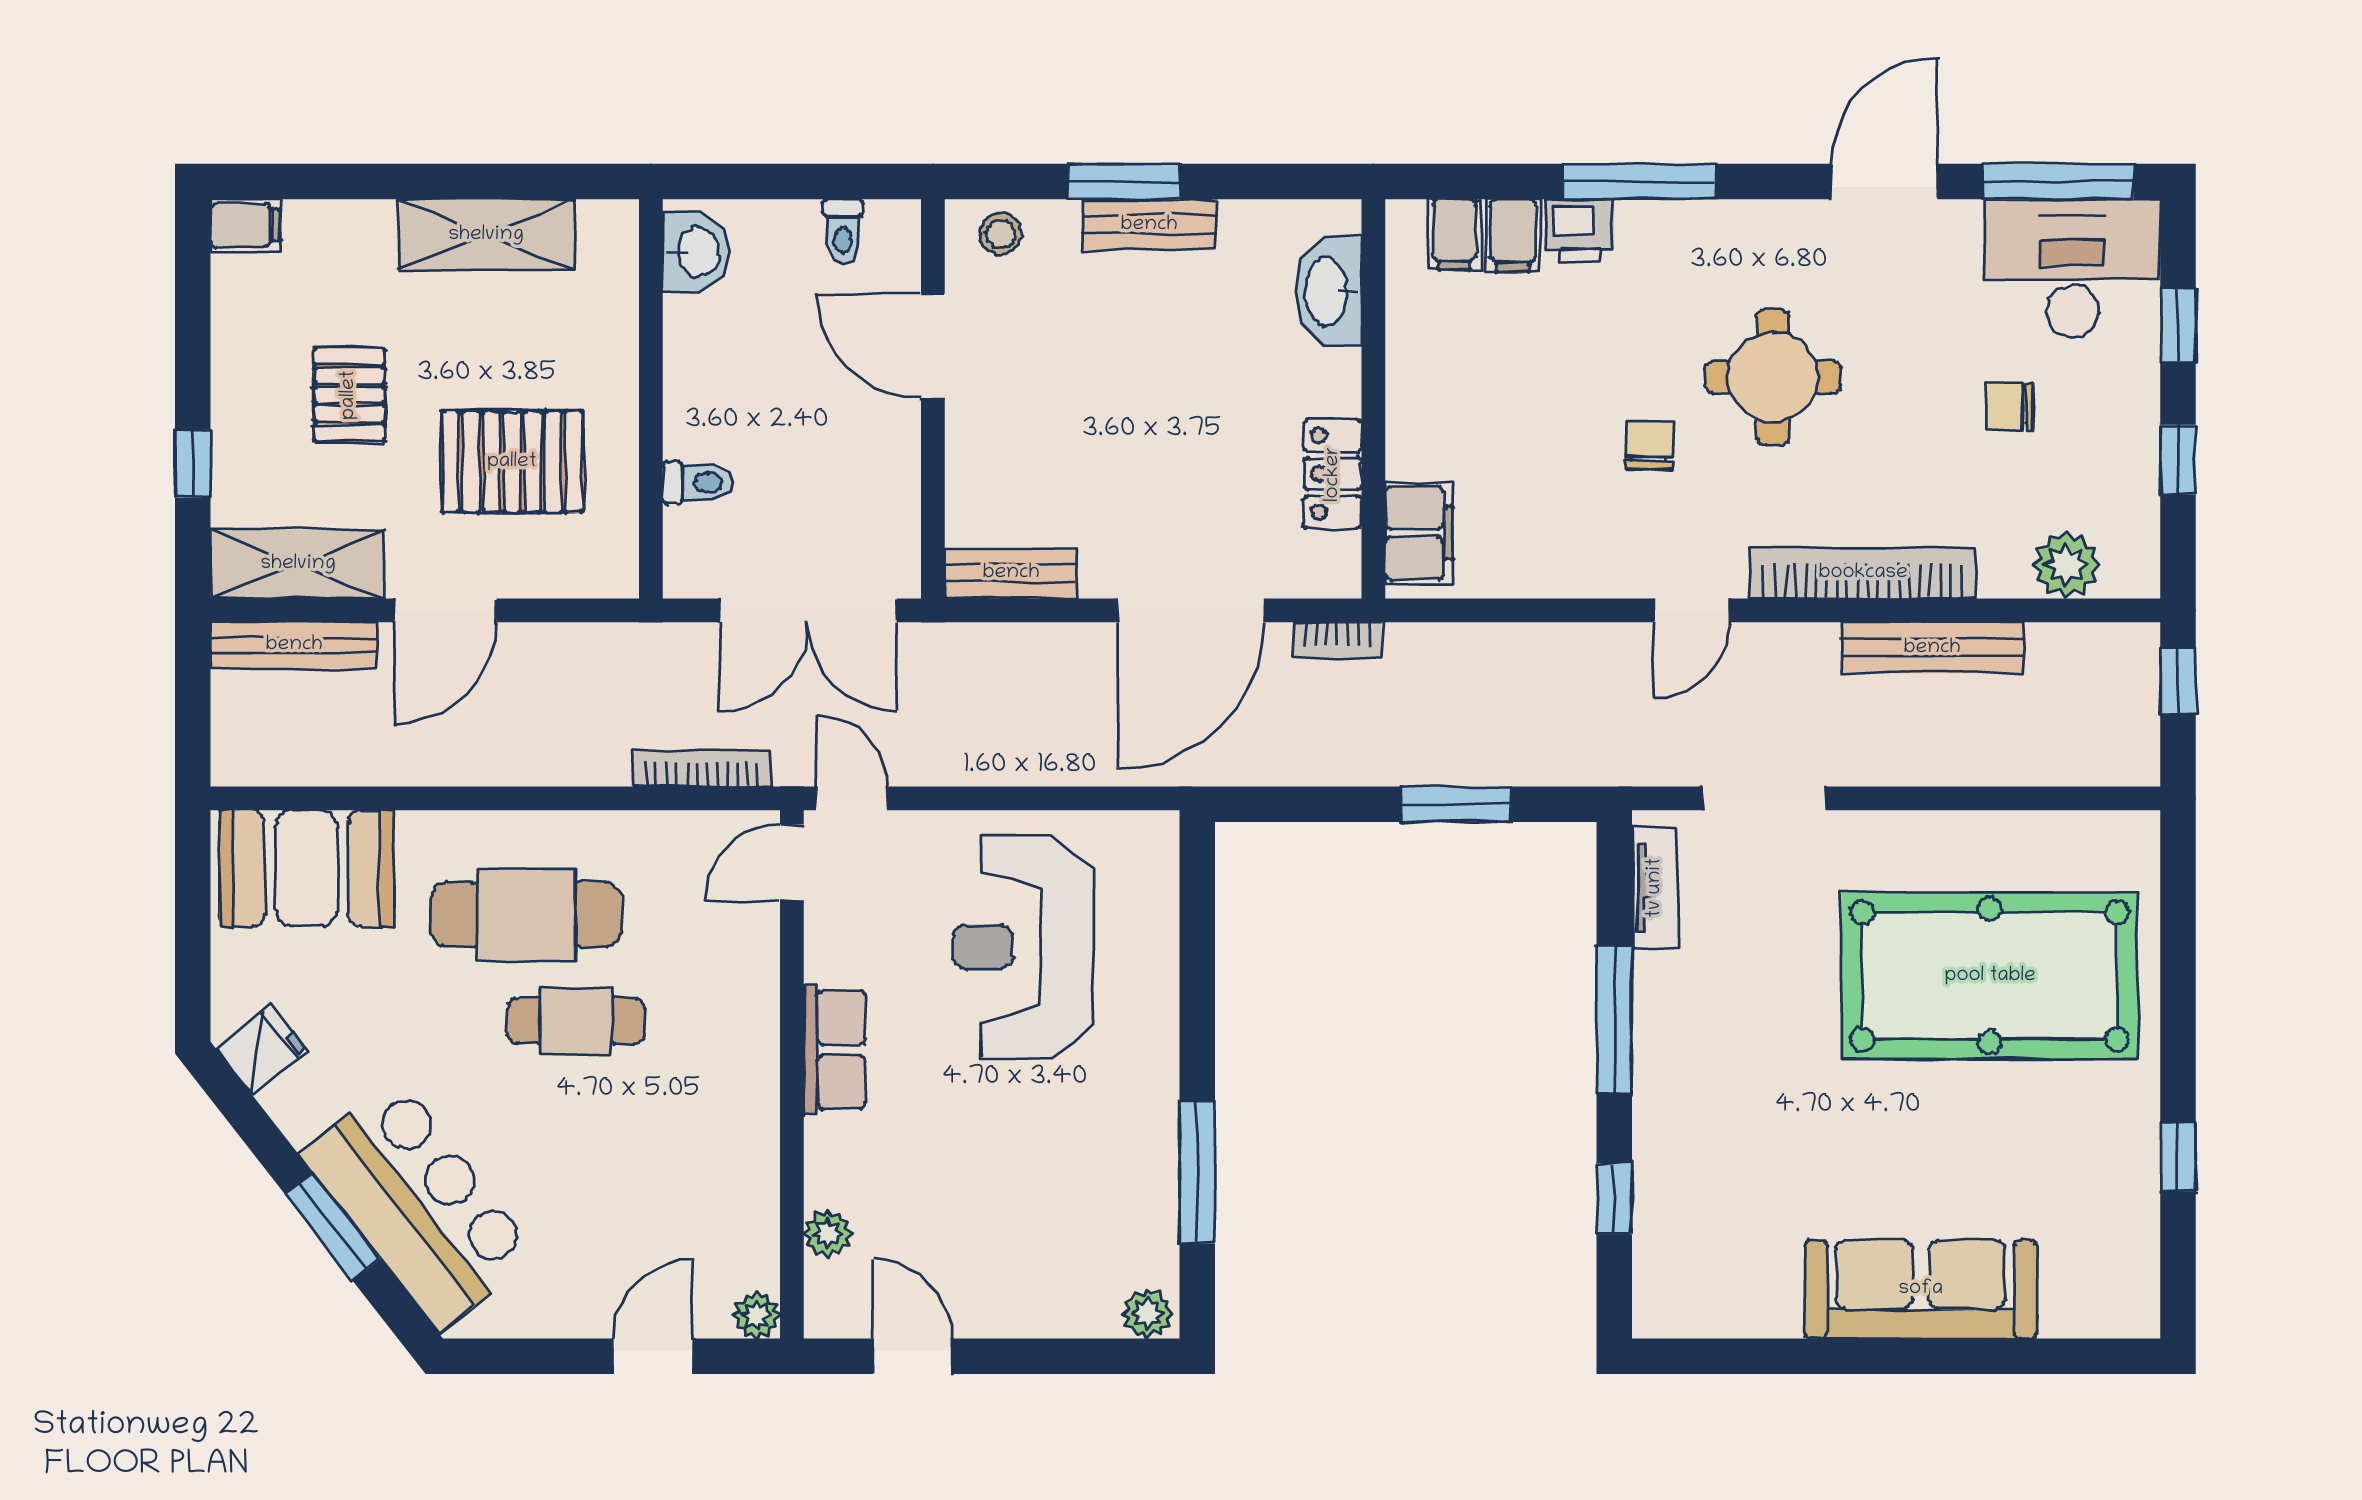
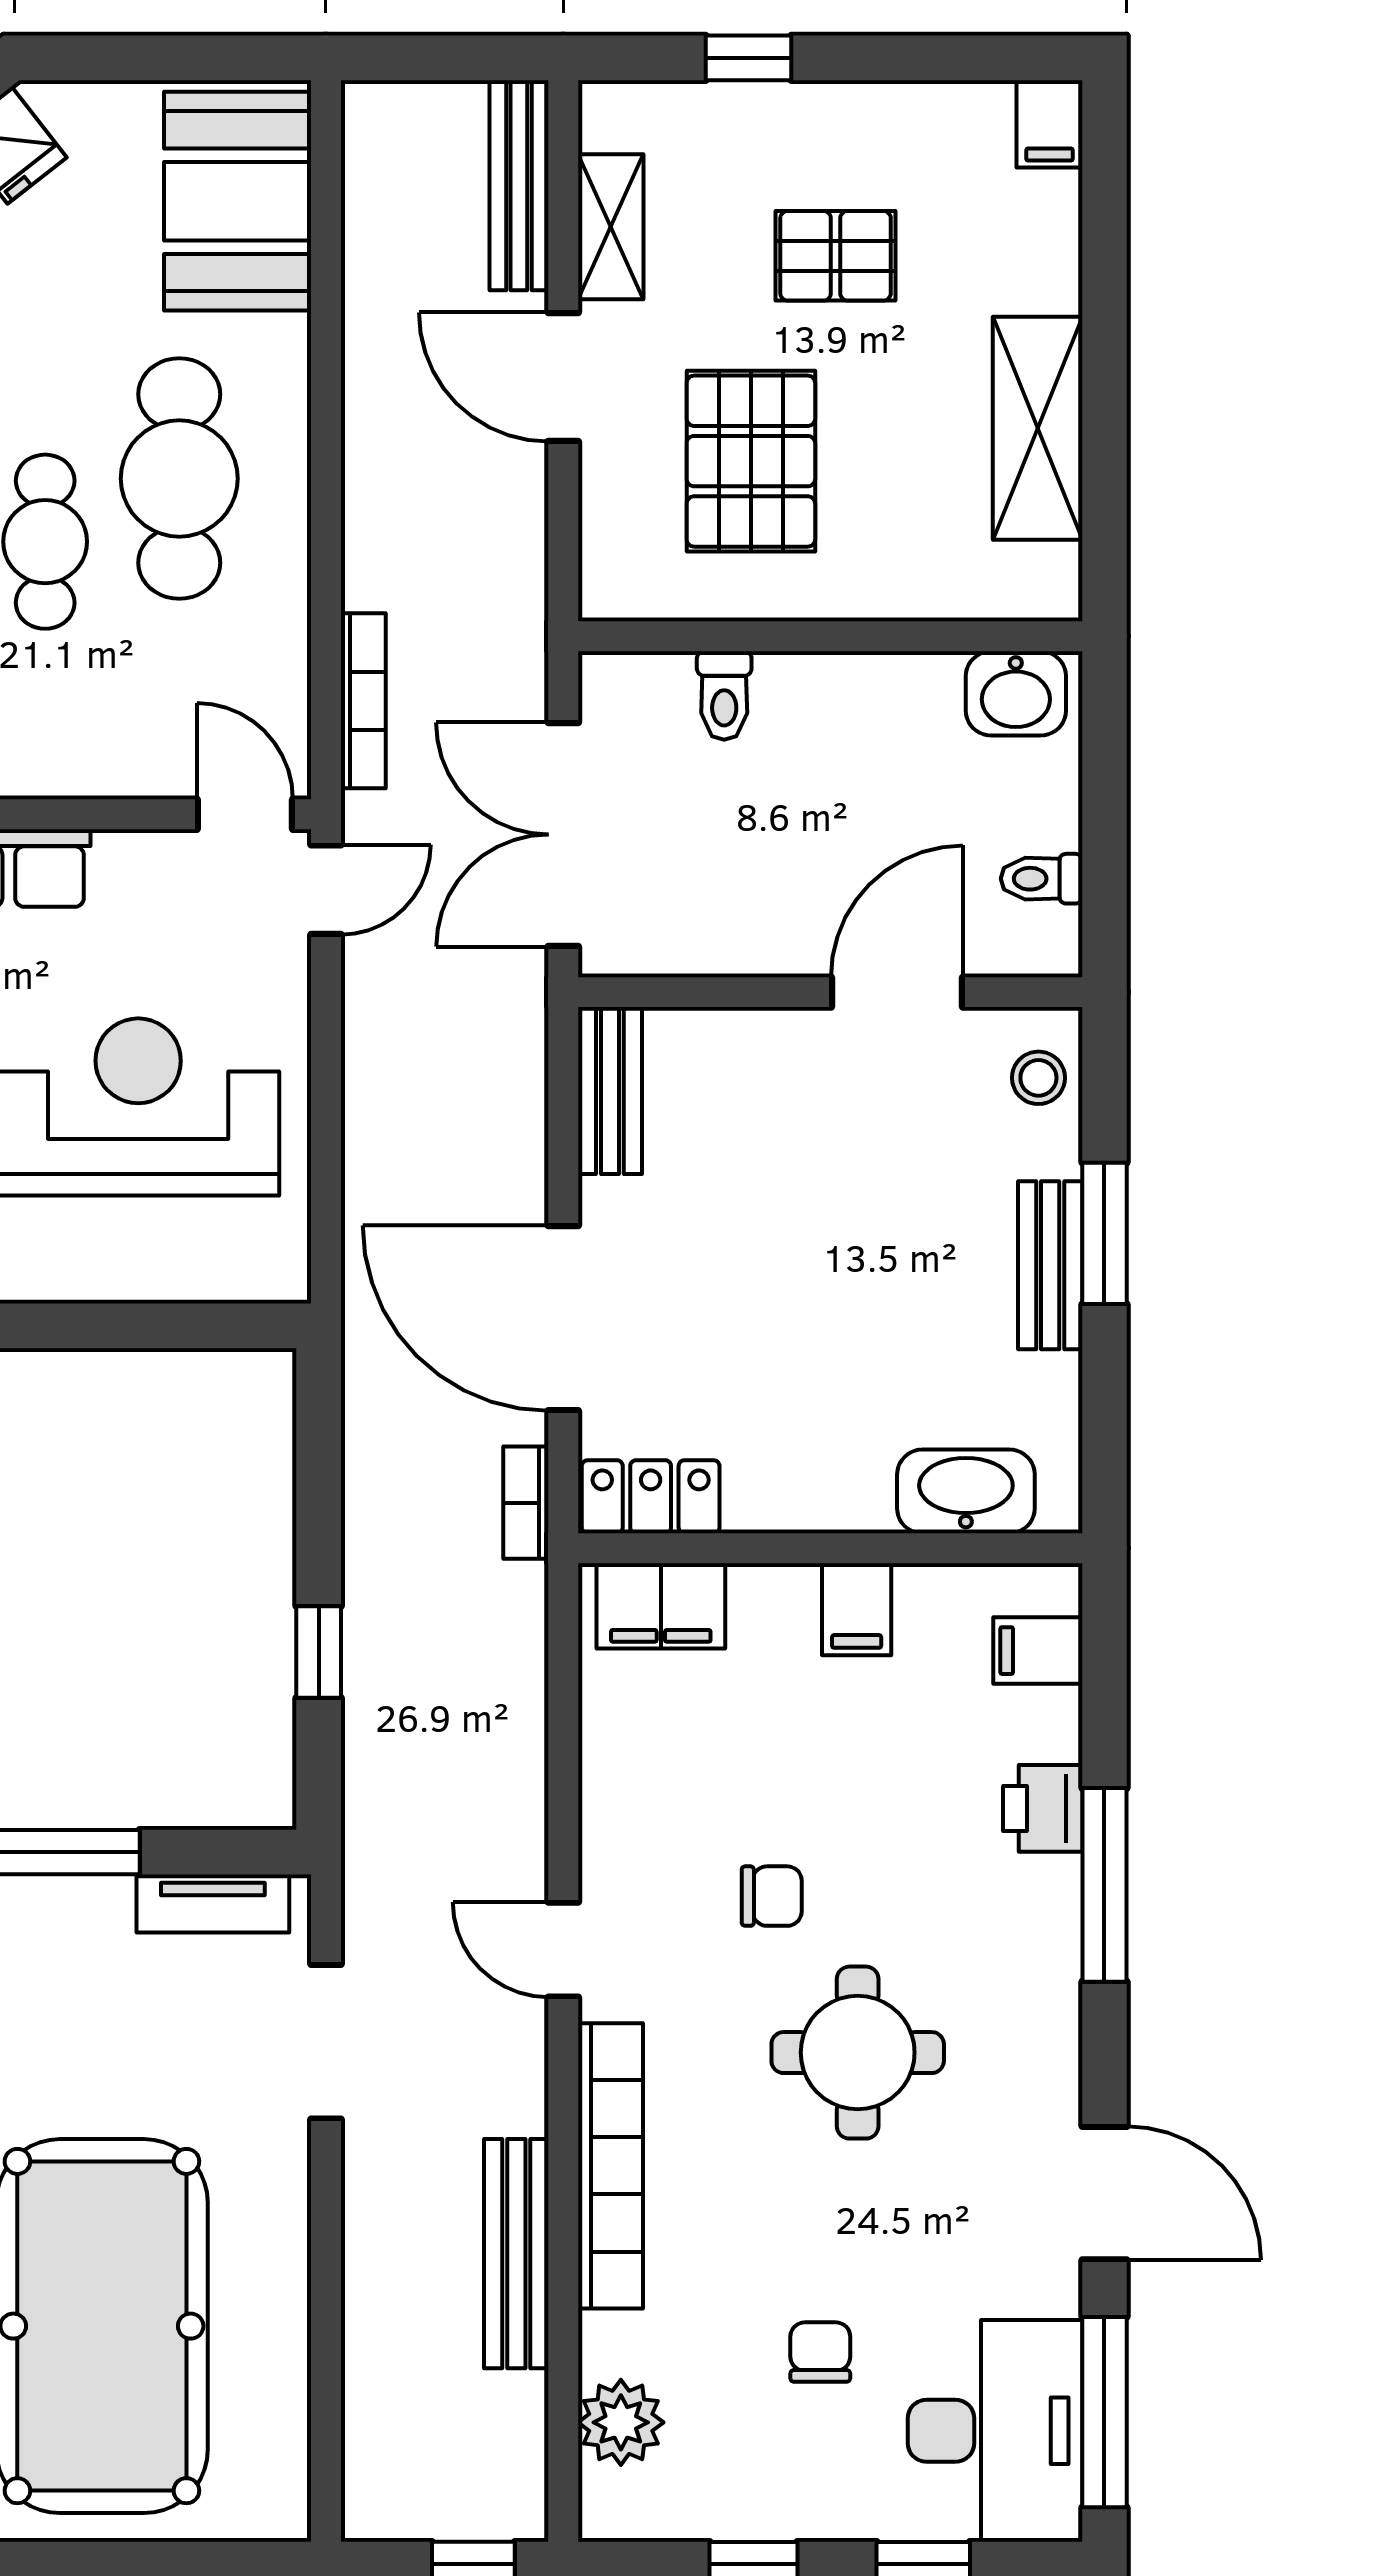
filing cabinet: (1513, 236) -> (857, 1609), moved, turned -90
locker: (1333, 474) -> (651, 1497), moved
shelving: (298, 564) -> (611, 227), width x0.67, depth x0.75
window: (1456, 804) -> (319, 1652), width x0.67

